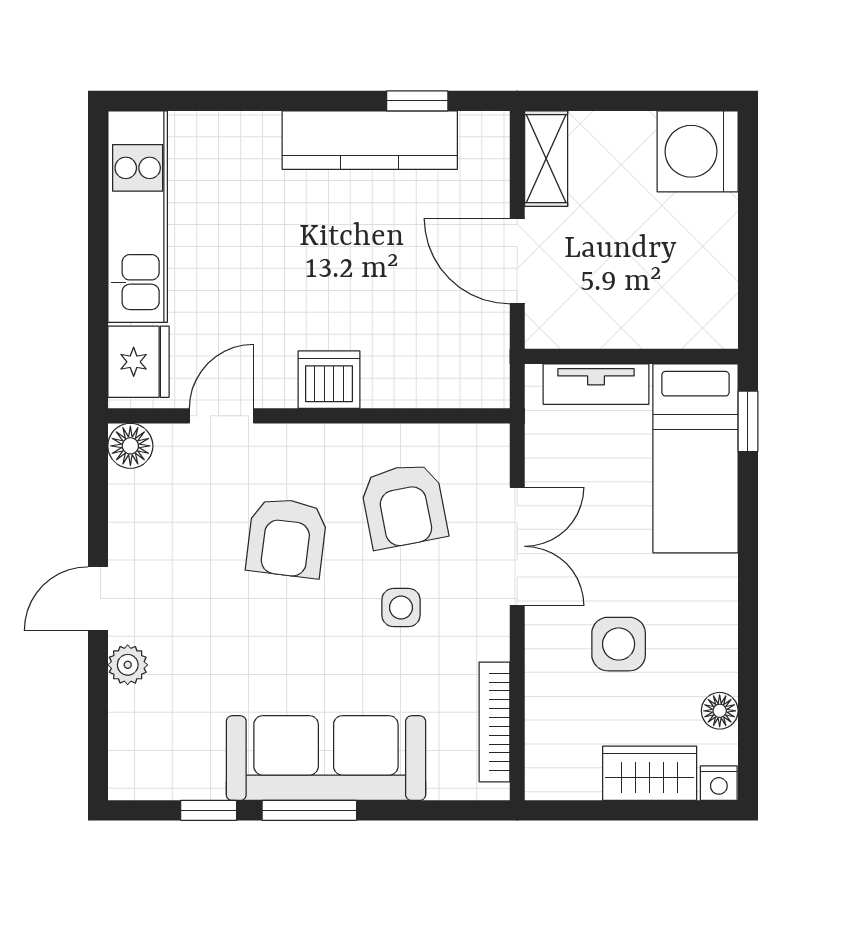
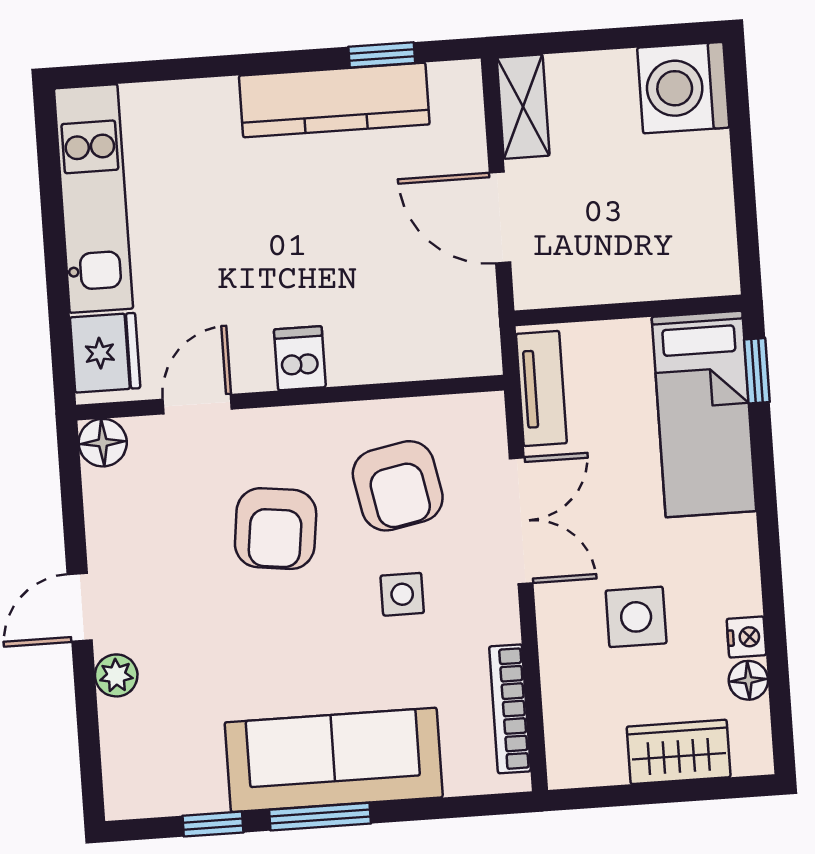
dishwasher: (329, 380) -> (300, 358), width x0.73
tv unit: (596, 384) -> (541, 389), moved, turned -90
nightstand: (719, 783) -> (746, 637), moved, turned -90

